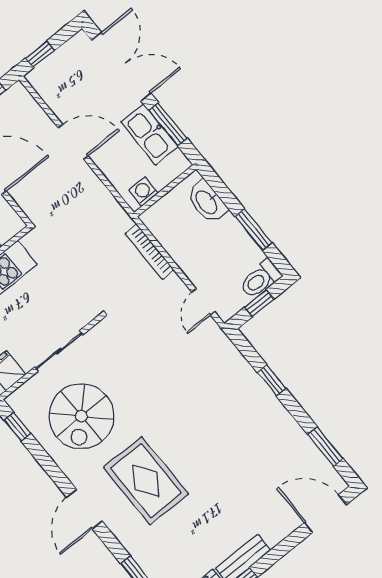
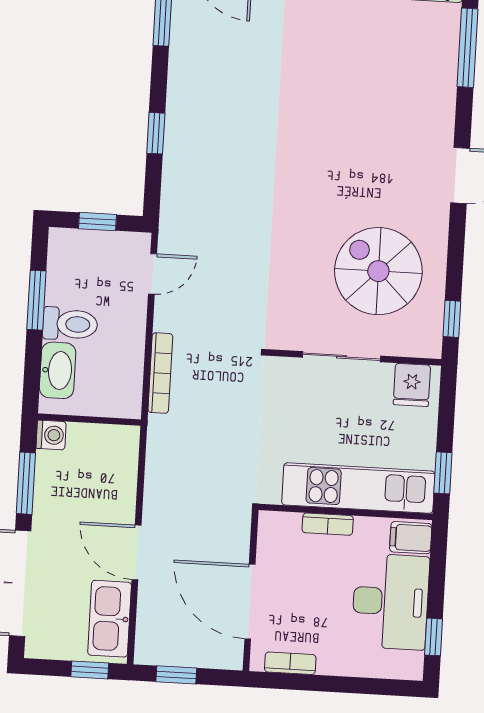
kitchen sink: (150, 134) -> (110, 619), moved, turned 180
washing machine: (144, 192) -> (51, 435), moved, turned -90
toilet: (260, 279) -> (70, 324), moved
spiral stairs: (81, 416) -> (378, 271), turned -90
rug: (146, 481) -> (373, 148), removed

